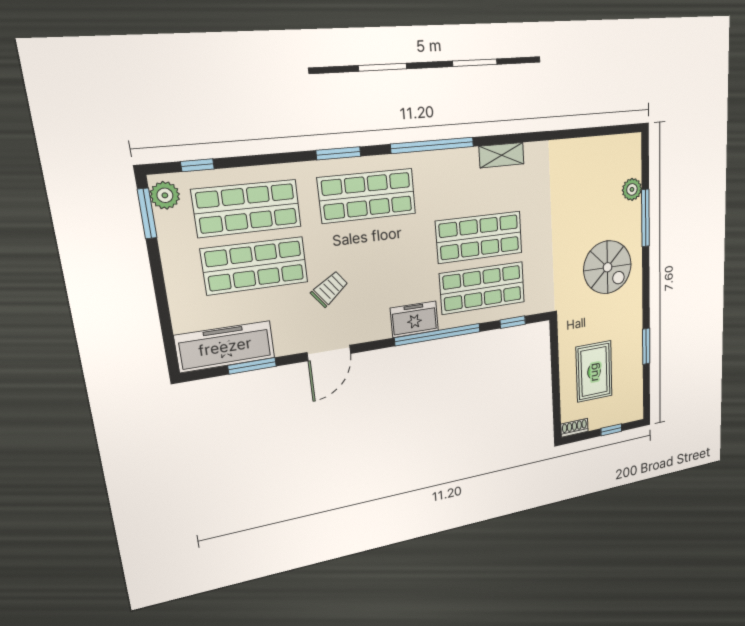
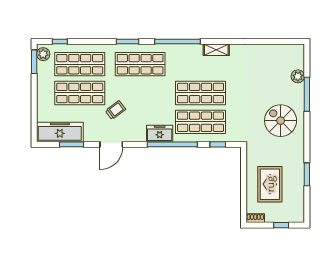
spiral stairs: (608, 267) -> (281, 121), turned 180

